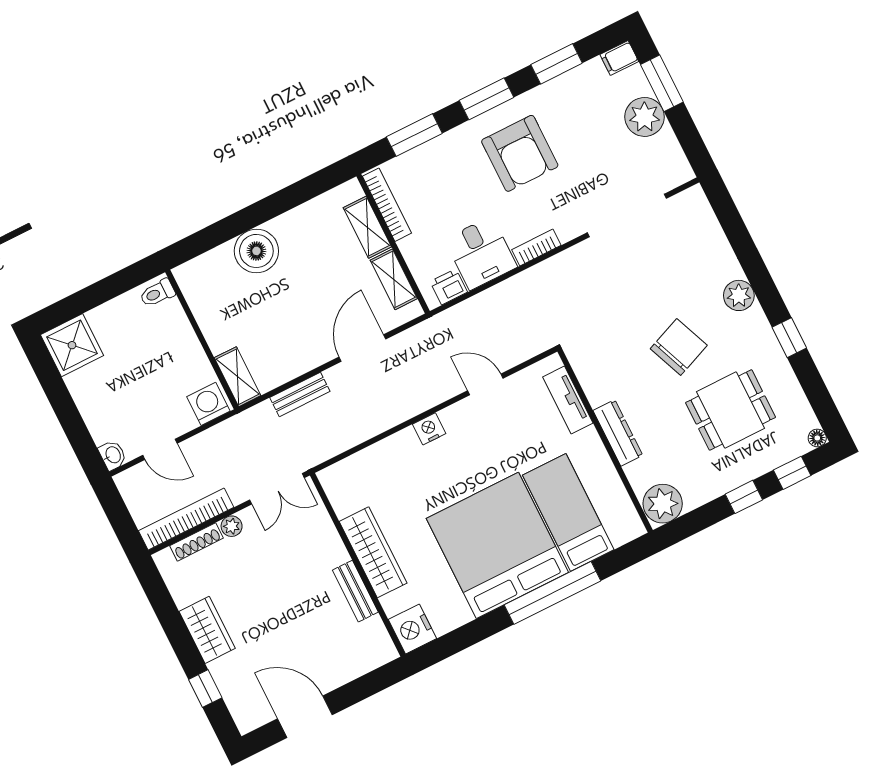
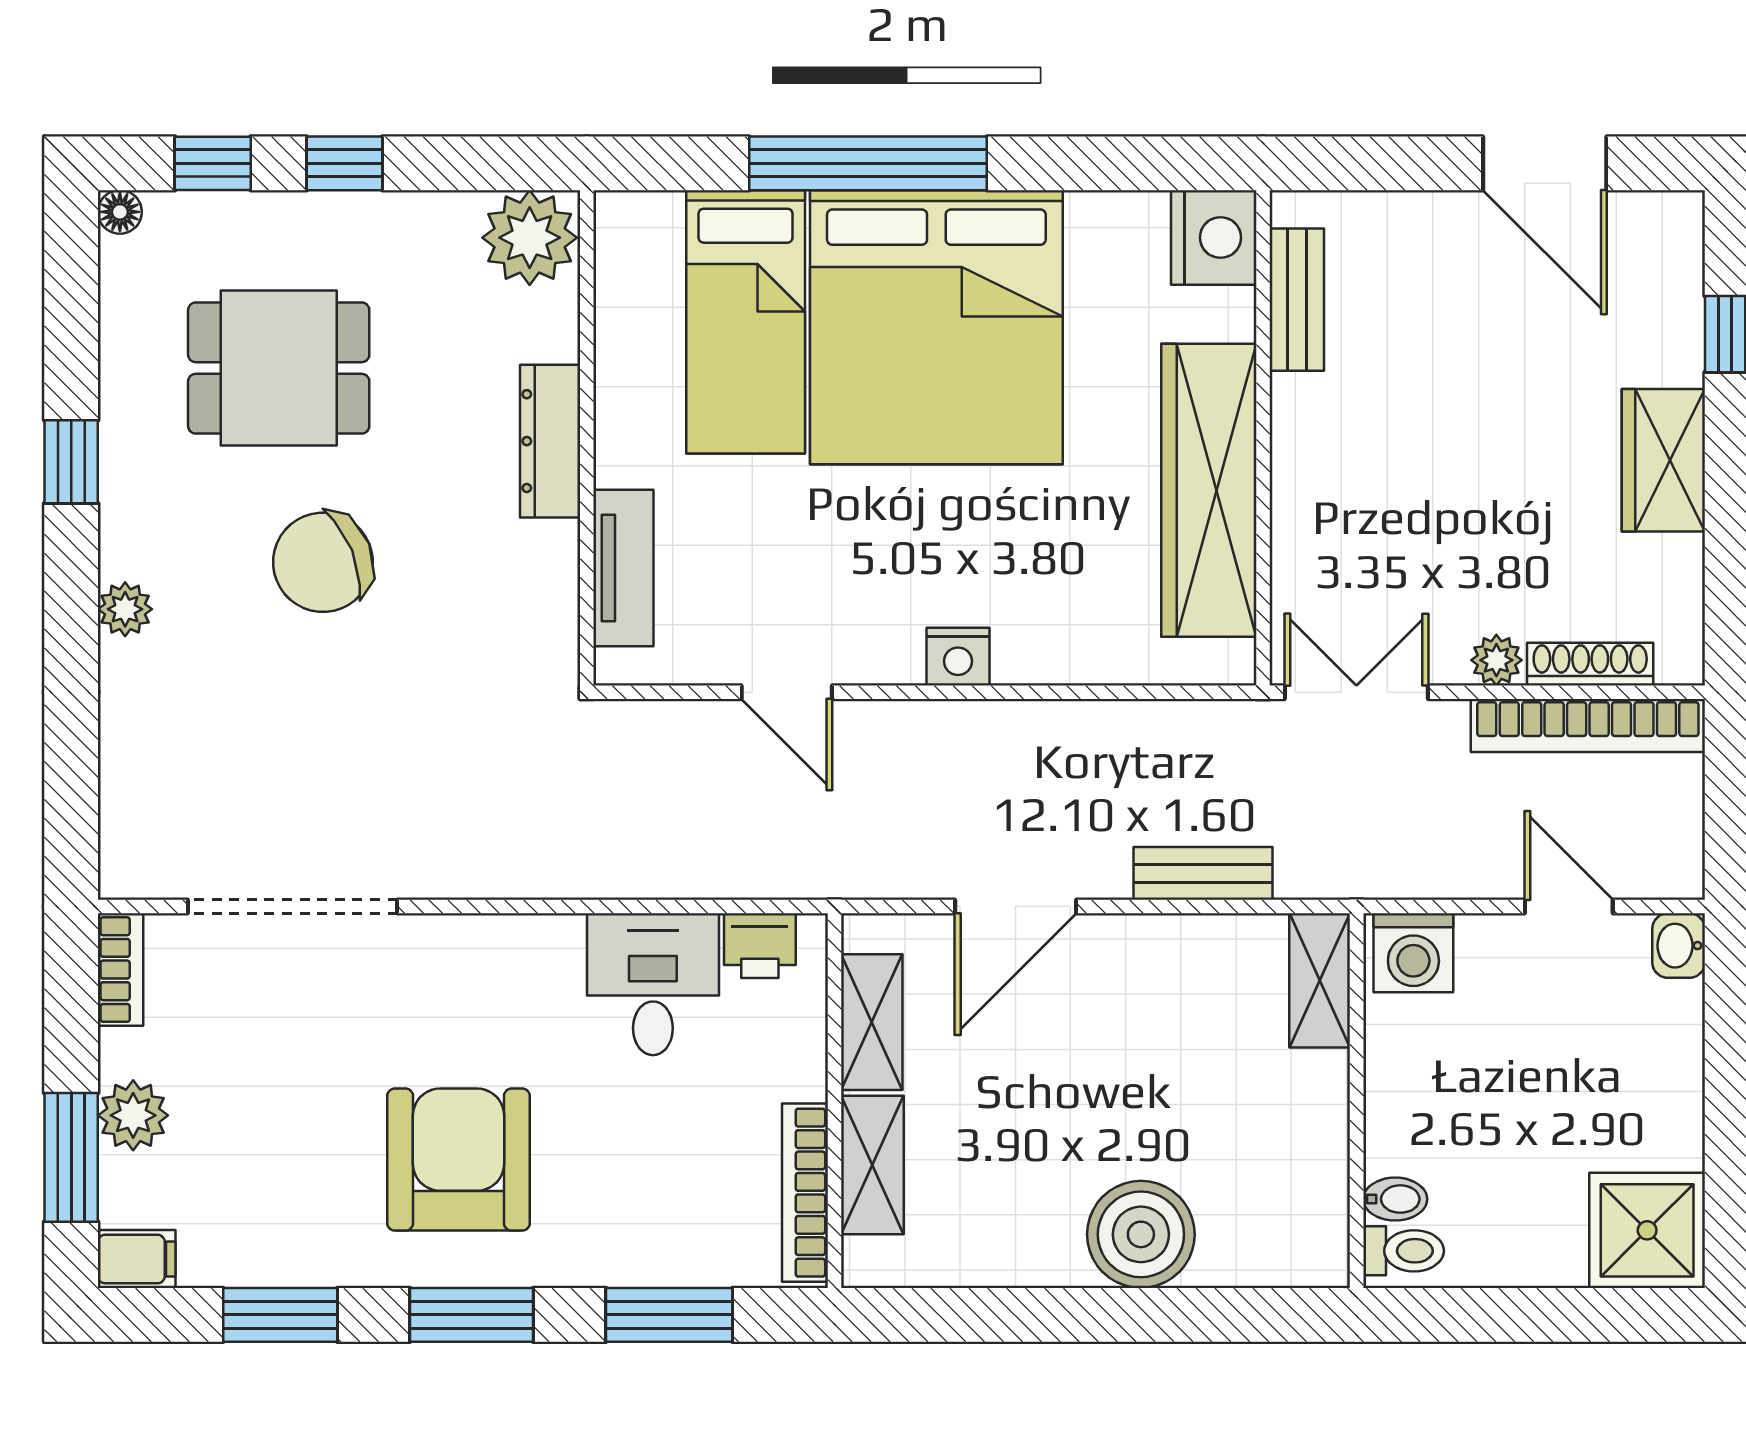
plant: (645, 117) -> (133, 1115), width x0.73, depth x0.73
bookcase: (536, 247) -> (121, 970), moved, turned -90
plant: (739, 295) -> (125, 609), width x0.73, depth x0.73
bidet: (170, 310) -> (1395, 1199), added
wardrobe: (373, 552) -> (1209, 490), width x1.40, depth x1.17
bench: (355, 591) -> (1297, 300), moved

